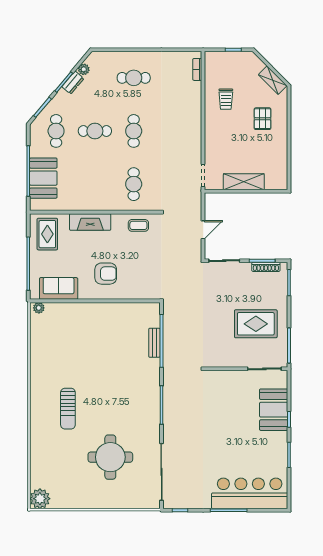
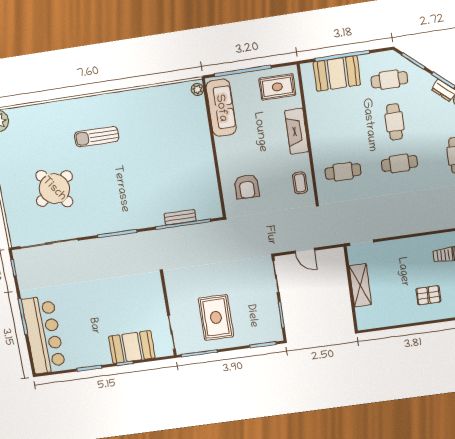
shoe rack: (266, 267) -> (276, 320), removed
armchair: (106, 274) -> (247, 187), moved
sofa: (59, 288) -> (221, 108), width x1.36
round table: (110, 457) -> (54, 189), turned -36

